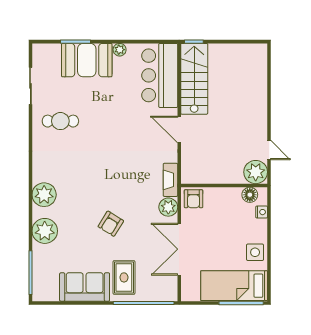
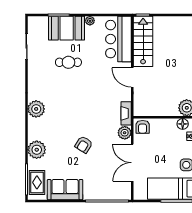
cafe table: (60, 121) -> (68, 62), moved
plant: (44, 195) -> (36, 109), moved
rug: (124, 277) -> (37, 182), moved

